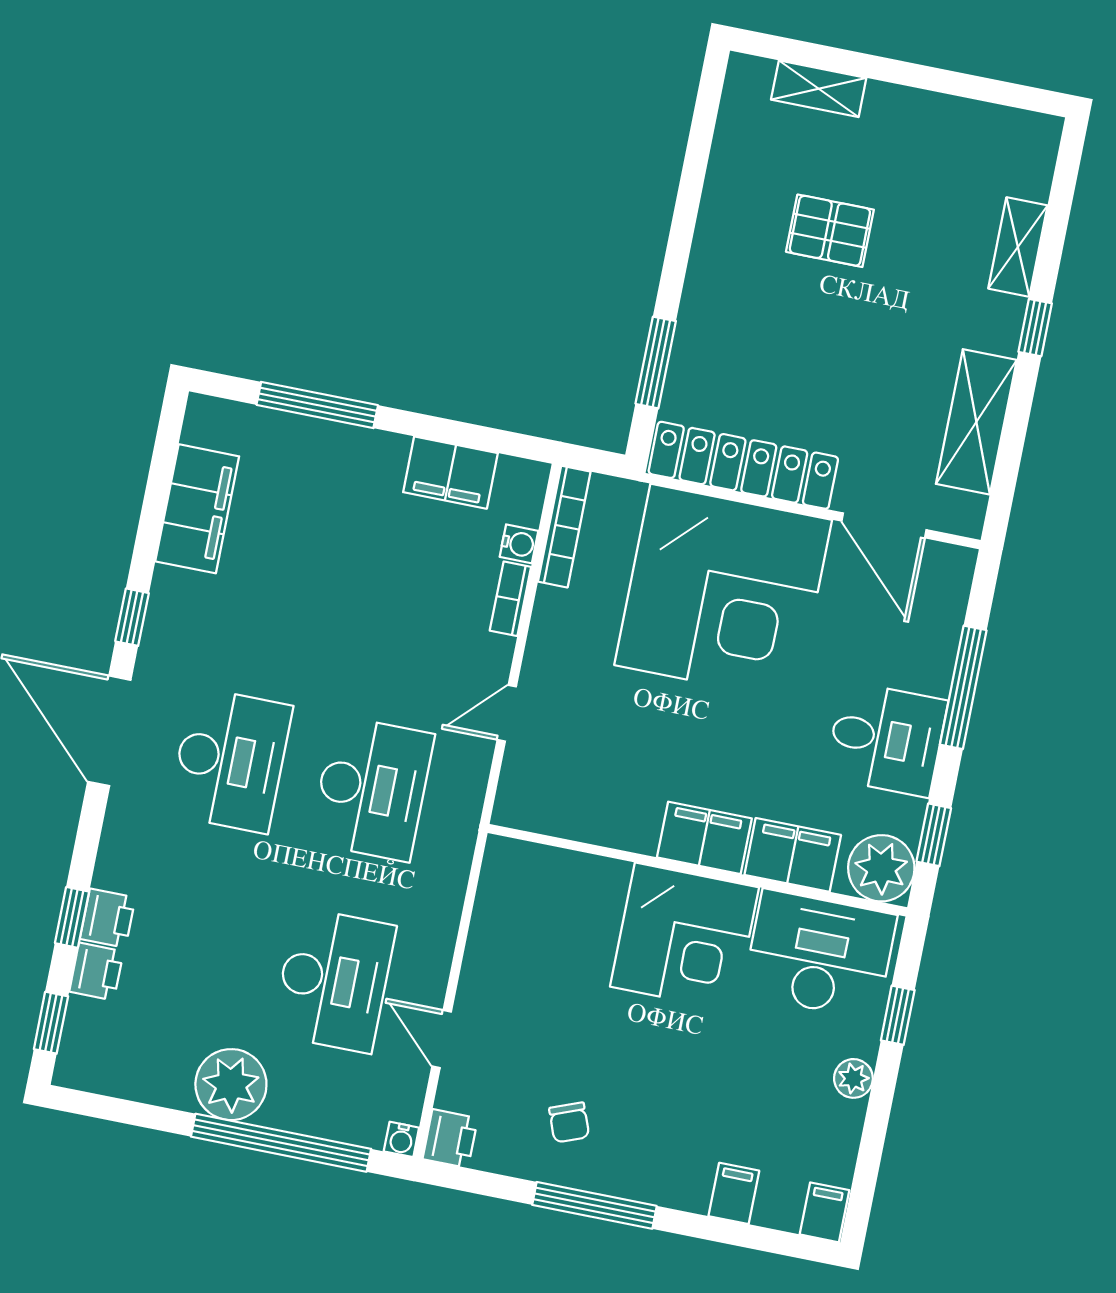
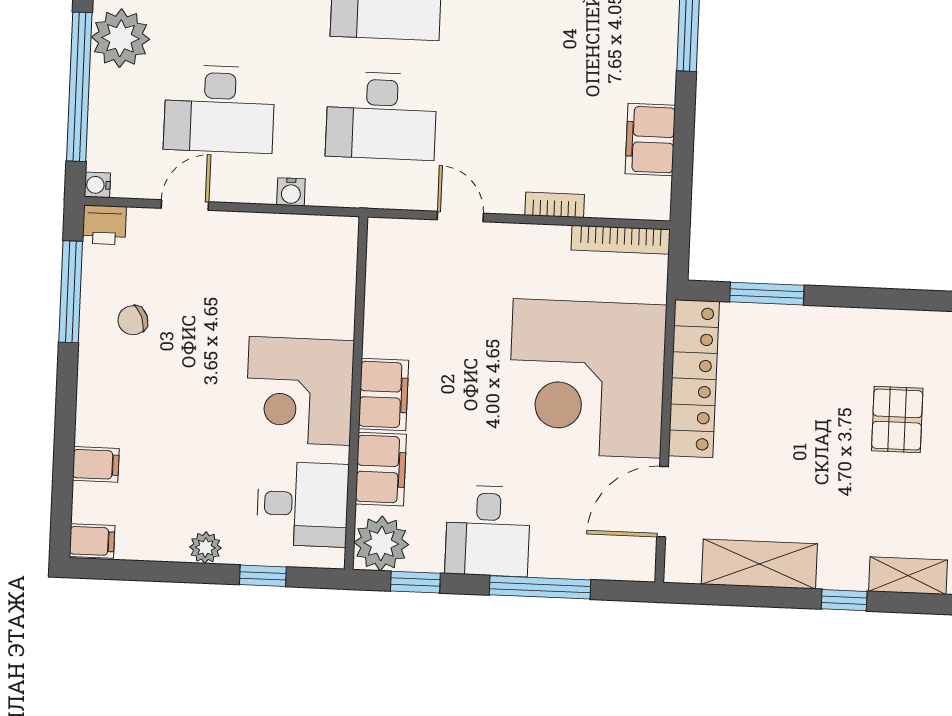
water cooler: (519, 544) -> (291, 192), moved
desk: (820, 955) -> (303, 504), width x0.73
window: (594, 1205) -> (71, 292), moved

